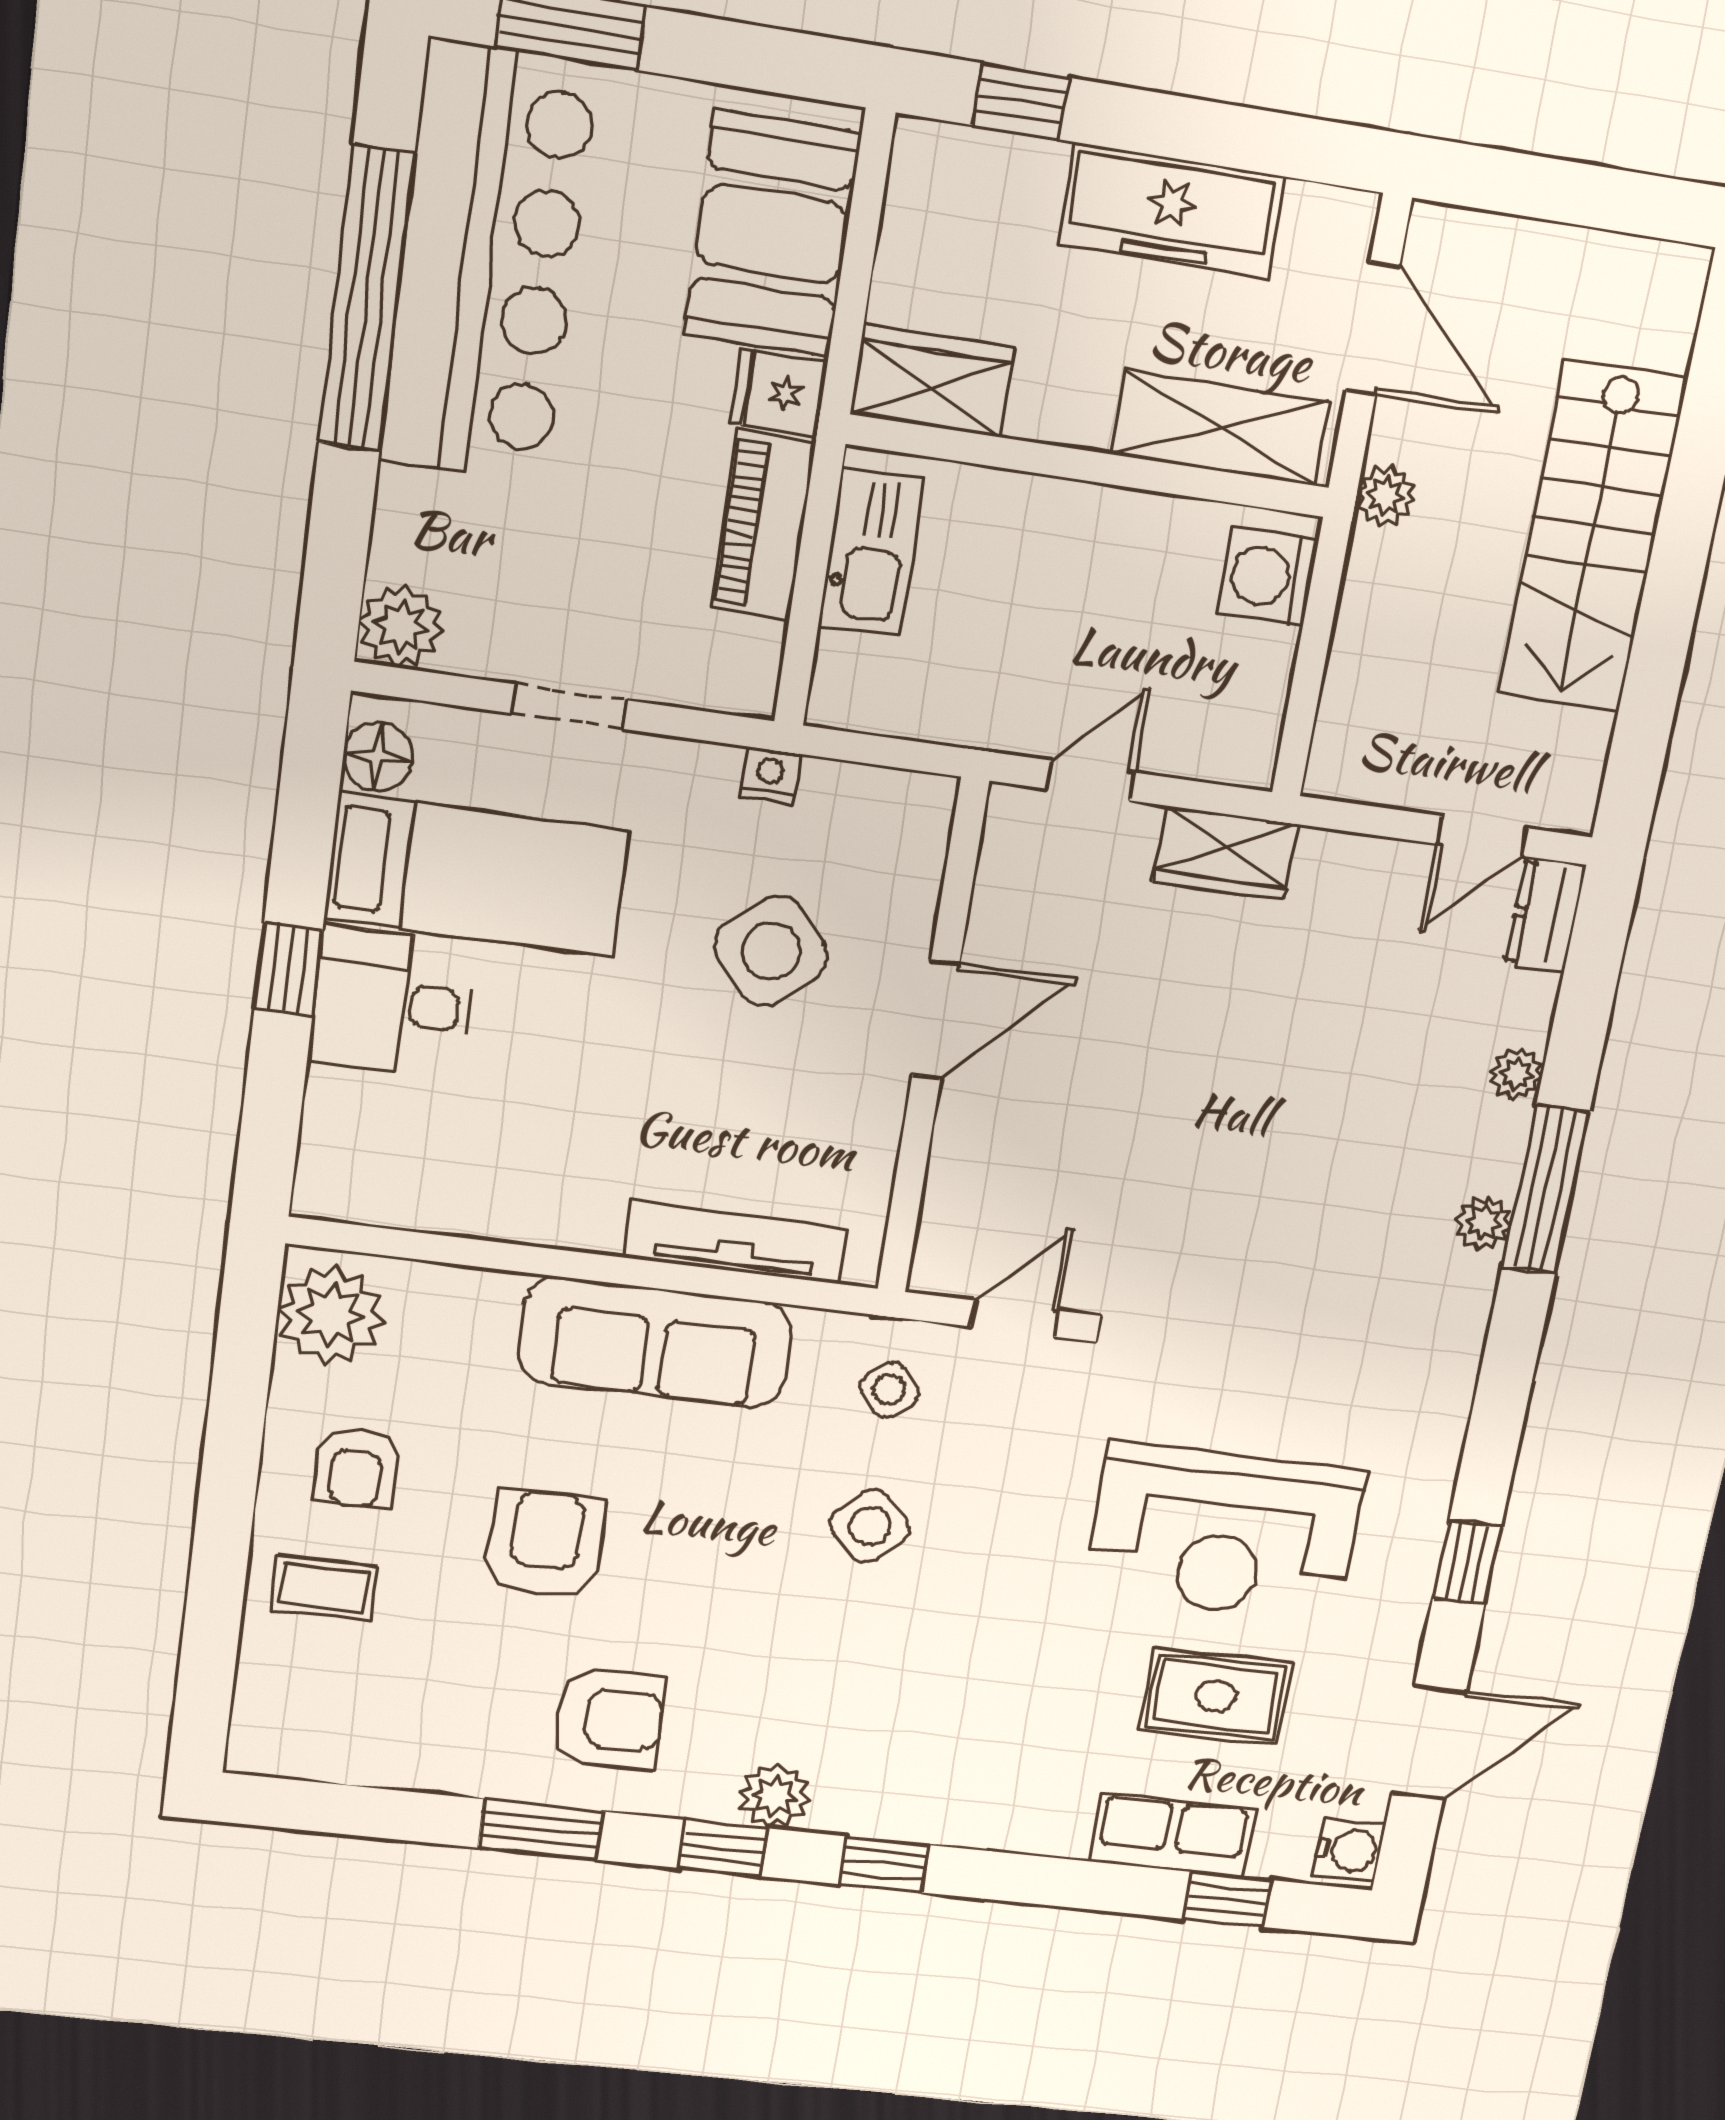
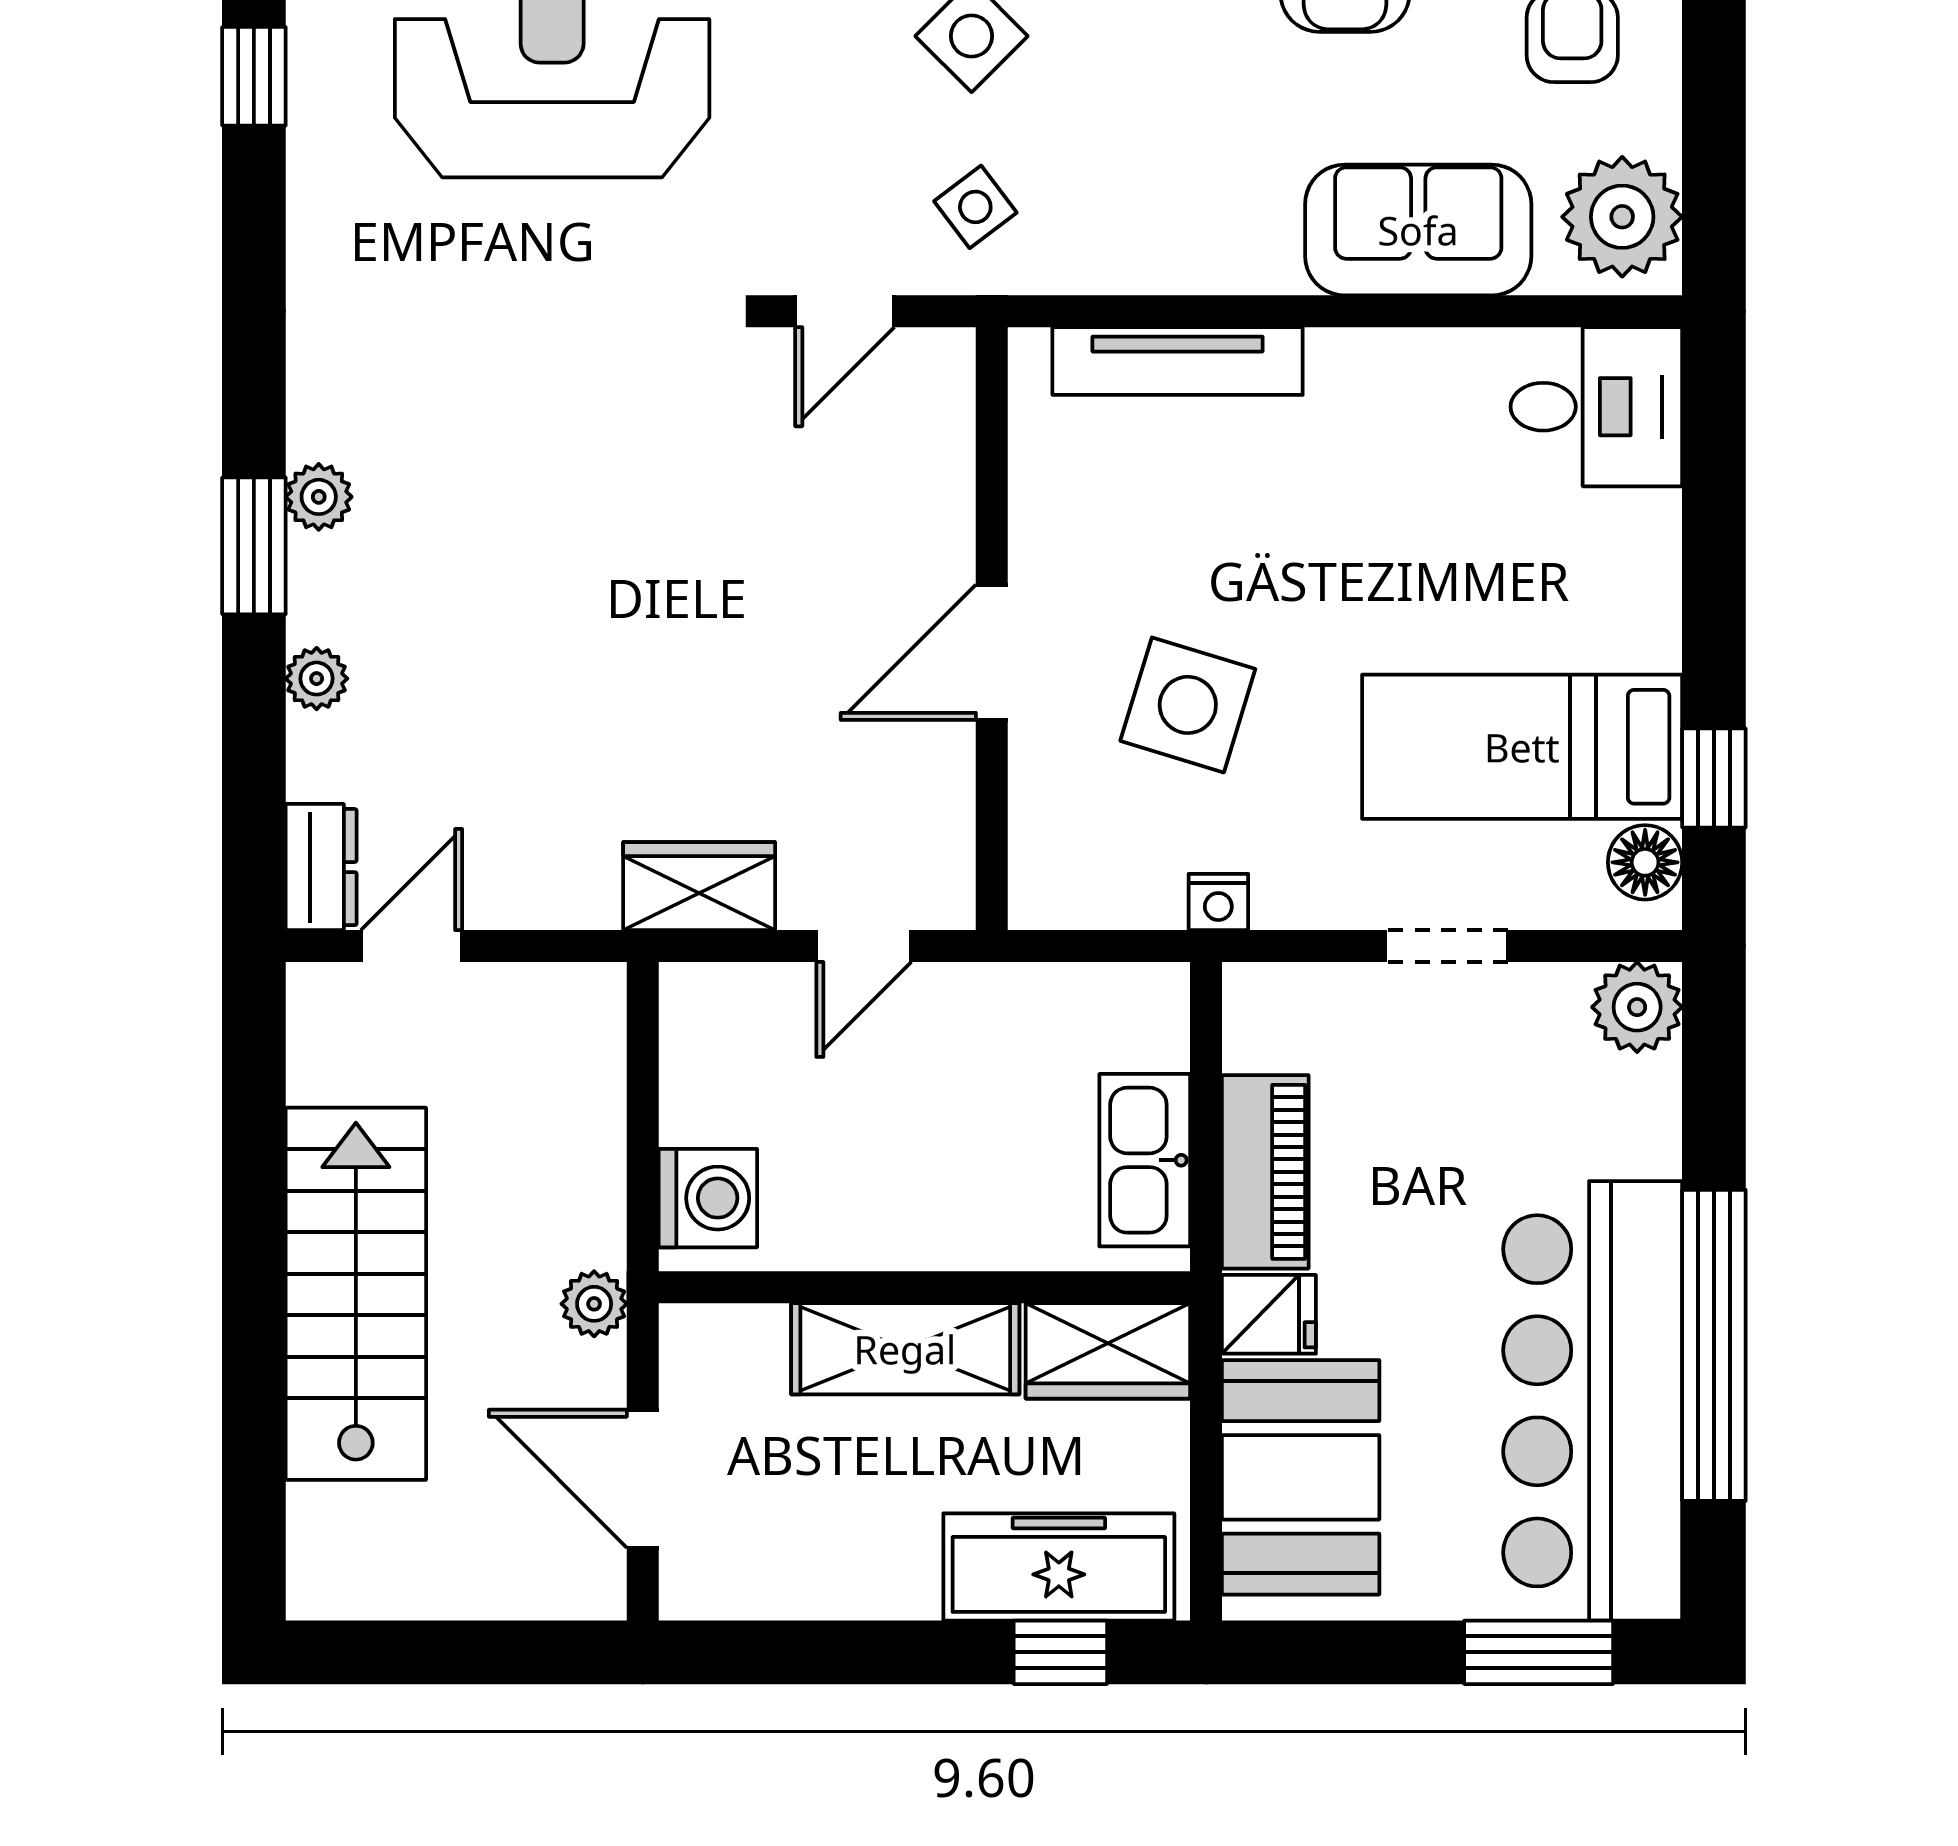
freezer: (1171, 210) -> (1059, 1567), moved
shelving: (1220, 428) -> (905, 1349), moved
side table: (771, 951) -> (1188, 705), turned -33
window: (288, 969) -> (1714, 778), moved
desk: (392, 1003) -> (1596, 407), moved
window: (1546, 1190) -> (254, 546), width x0.69
sofa: (655, 1343) -> (1418, 230), moved, width x0.73

